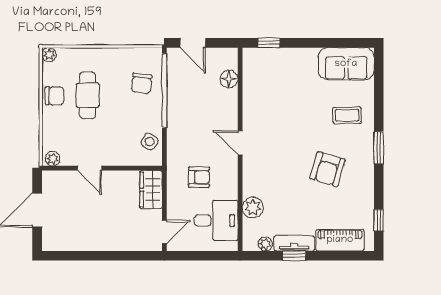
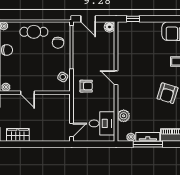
floor lamp: (229, 79) -> (109, 27), moved
cafe table: (88, 95) -> (34, 32), moved, turned 90
armchair: (199, 177) -> (86, 86), moved
wardrobe: (151, 190) -> (18, 135), moved, turned 90
window: (294, 256) -> (148, 144), width x2.17

